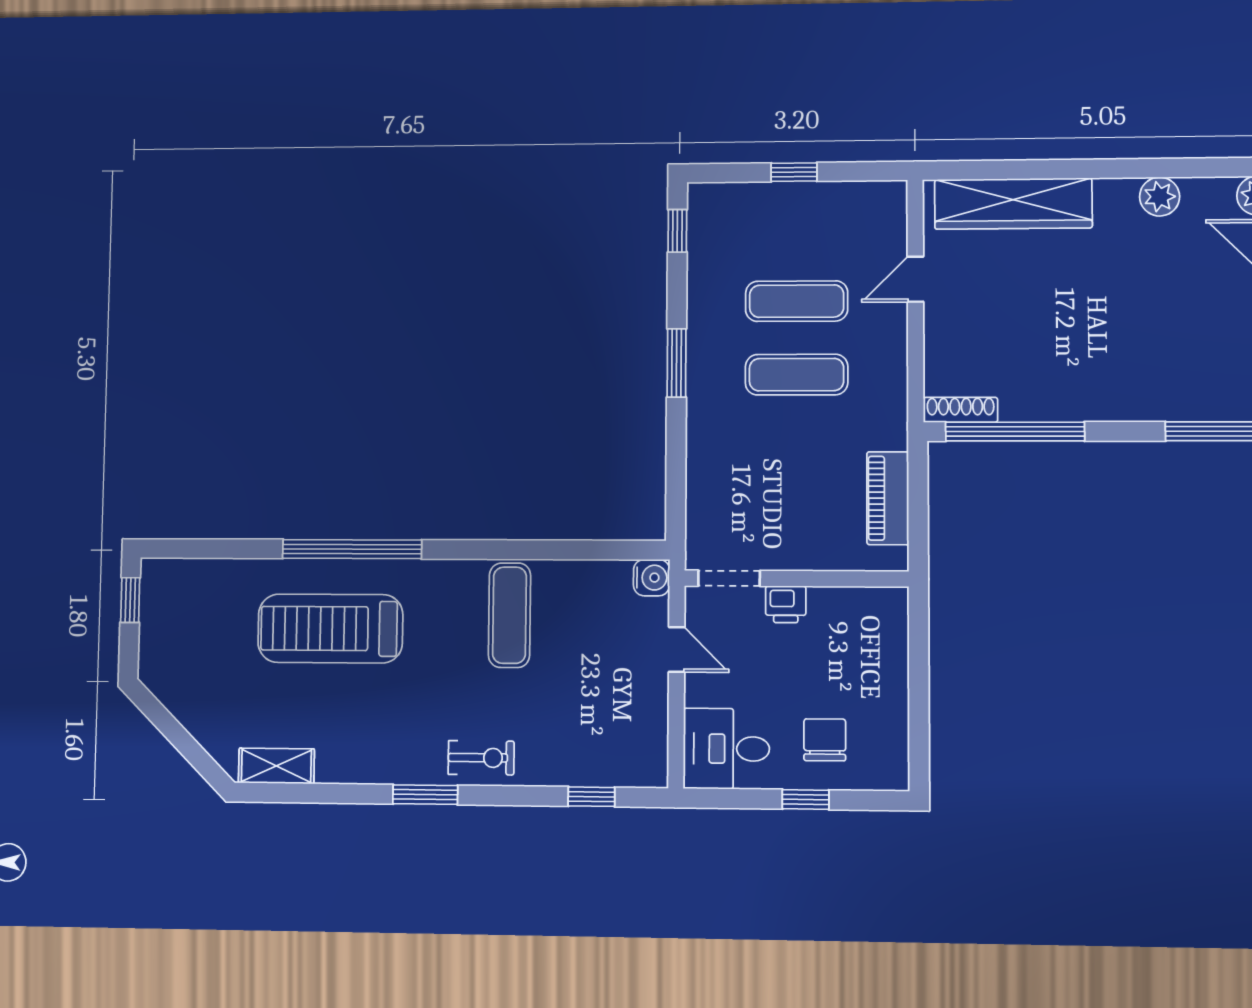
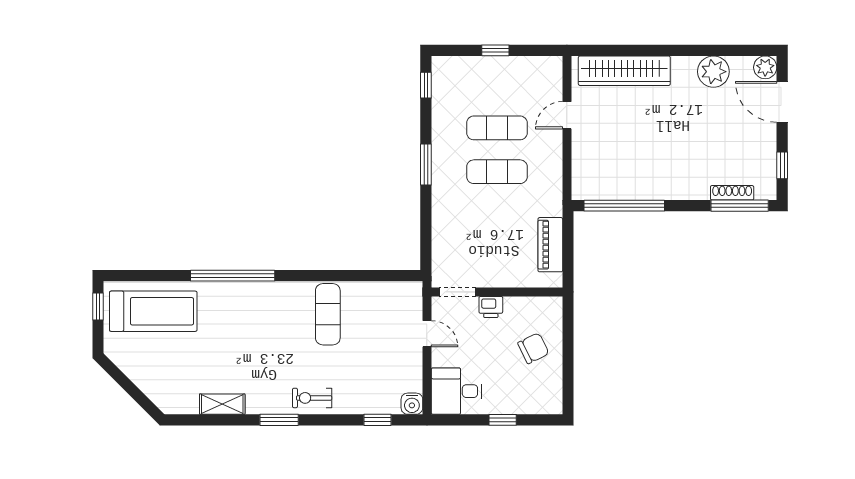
plant: (1160, 197) -> (713, 72), width x1.36, depth x1.36
shoe rack: (960, 410) -> (732, 193), moved
water cooler: (652, 578) -> (412, 404), moved, turned 90
treadmill: (330, 629) -> (153, 311), moved, turned 180
chair: (825, 740) -> (533, 348), moved, turned 64
exercise bike: (481, 758) -> (312, 398), turned 180
shelving: (276, 766) -> (222, 404), moved

